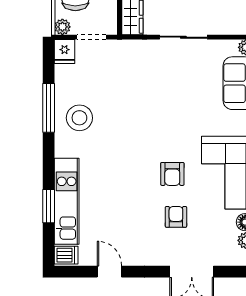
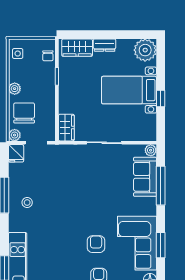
stool: (79, 118) -> (27, 203), width x0.53, depth x0.53
armchair: (172, 174) -> (96, 244), turned 180

